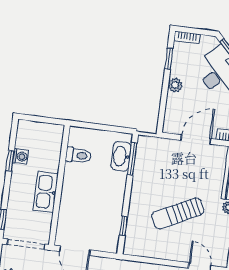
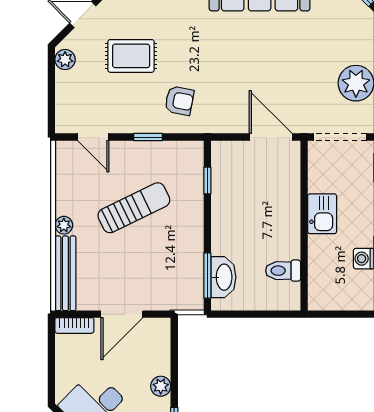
kitchen sink: (46, 192) -> (322, 214), width x0.73
window: (161, 262) -> (148, 137), added

